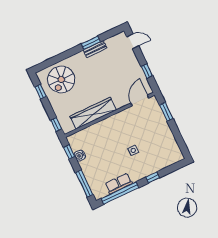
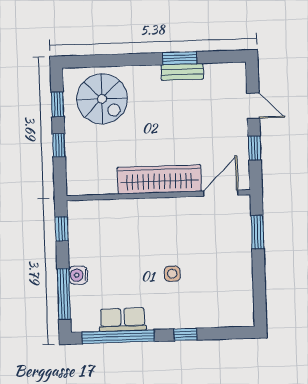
door: (133, 41) -> (253, 106), moved
spiral stairs: (61, 79) -> (102, 99), turned -90
wardrobe: (93, 113) -> (159, 179), moved
window: (56, 125) -> (59, 145), moved
water cooler: (80, 156) -> (78, 275), moved

